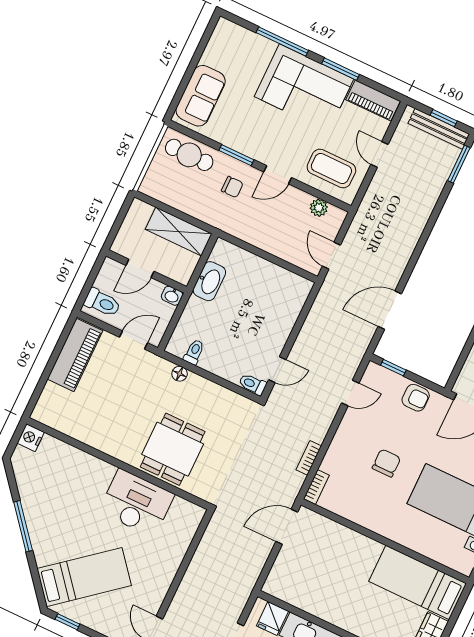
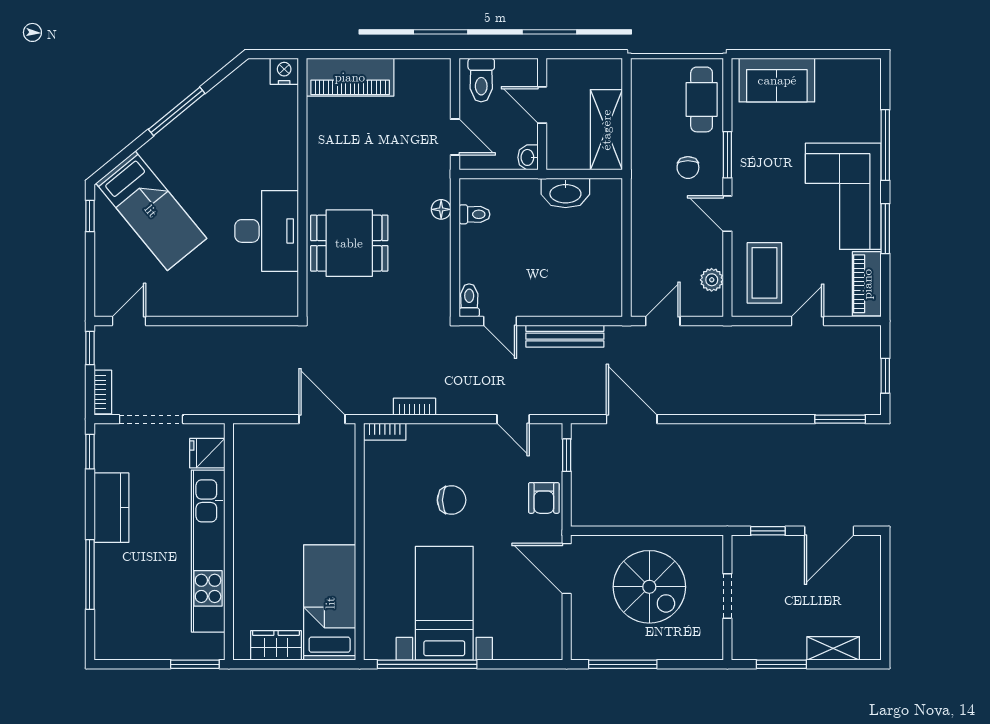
bench: (439, 129) -> (565, 336), moved, turned 90
piano: (75, 355) -> (350, 77), moved

